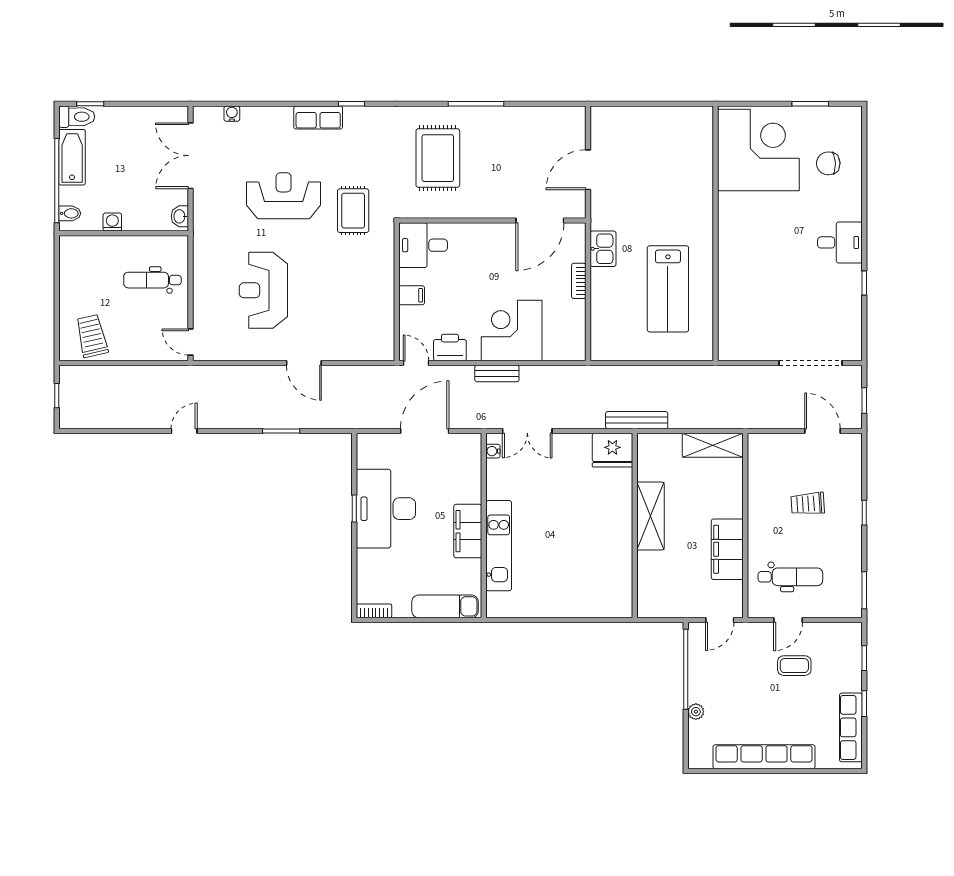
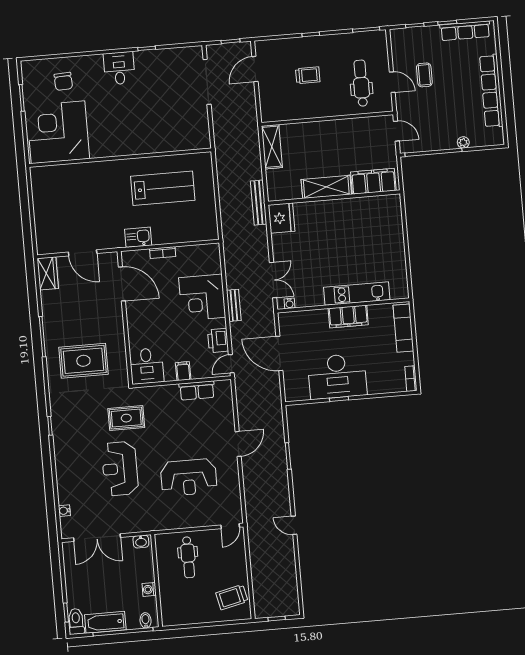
row of seats: (318, 117) -> (197, 391), moved, turned 90
wardrobe: (563, 119) -> (48, 273), added
trolley: (808, 504) -> (308, 75), turned -86
filing cabinet: (727, 549) -> (373, 181), moved, turned 180

